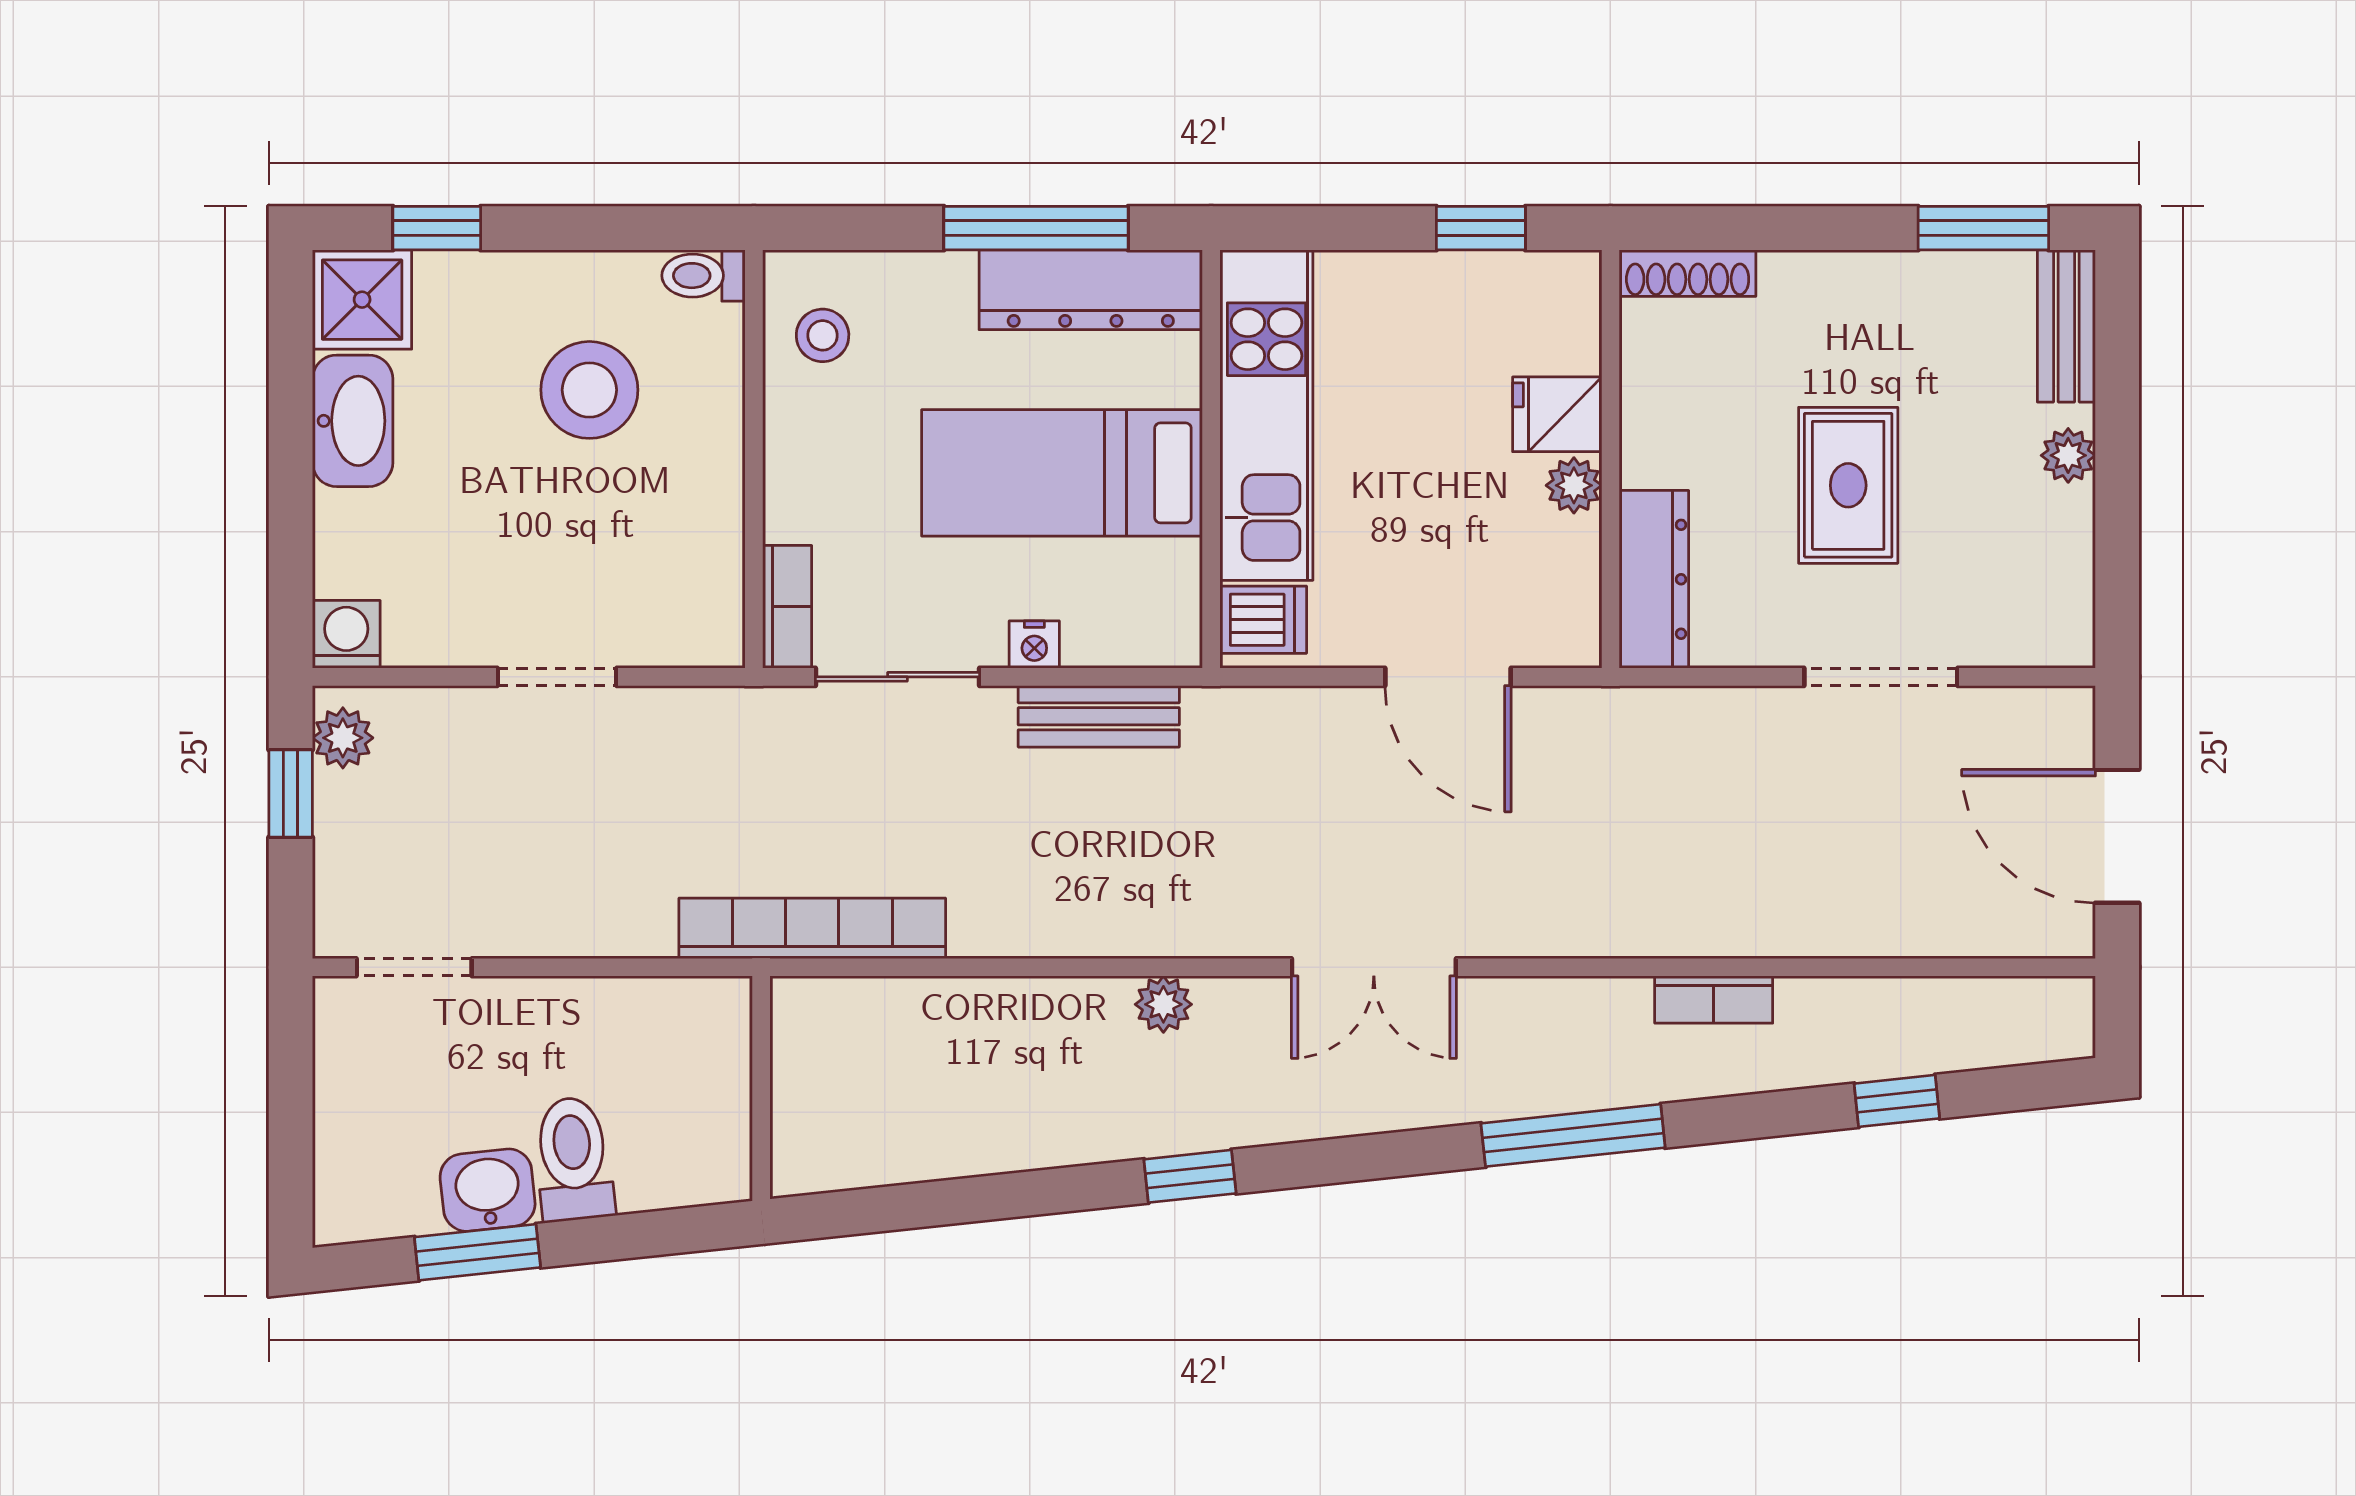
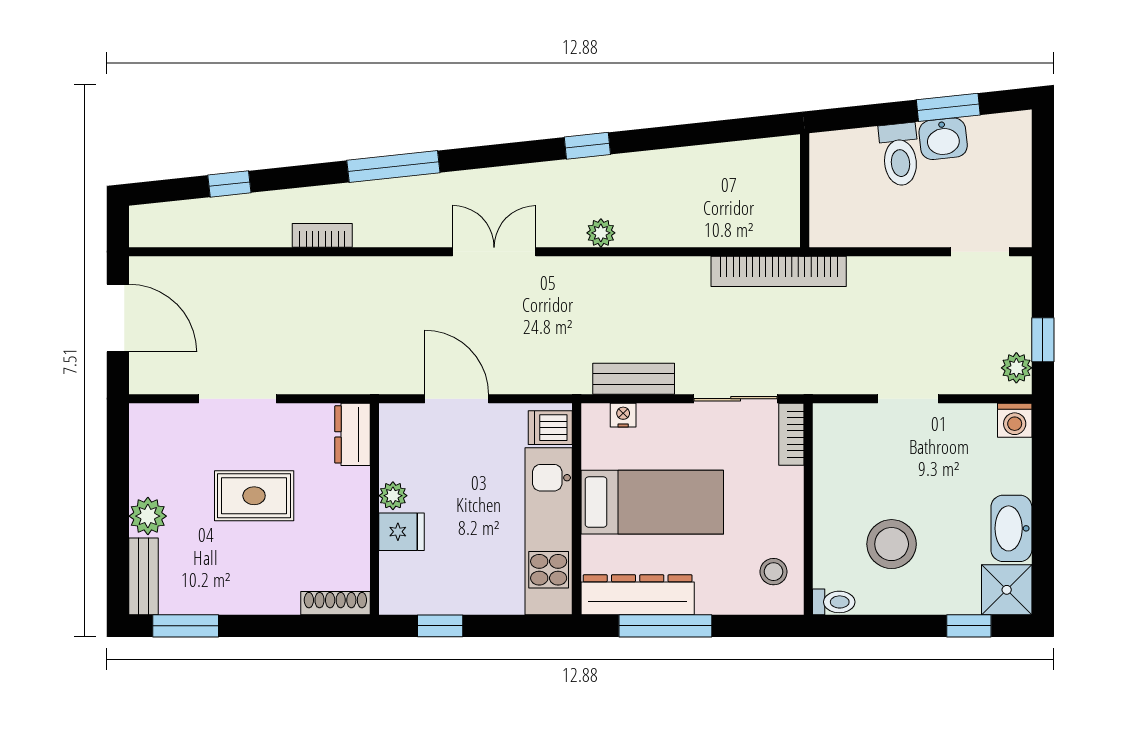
plant: (2068, 455) -> (148, 516), width x1.38, depth x1.38
rug: (1848, 485) -> (254, 496), turned 90
dresser: (1654, 579) -> (352, 434), width x0.70
nightstand: (1034, 644) -> (623, 415), moved

